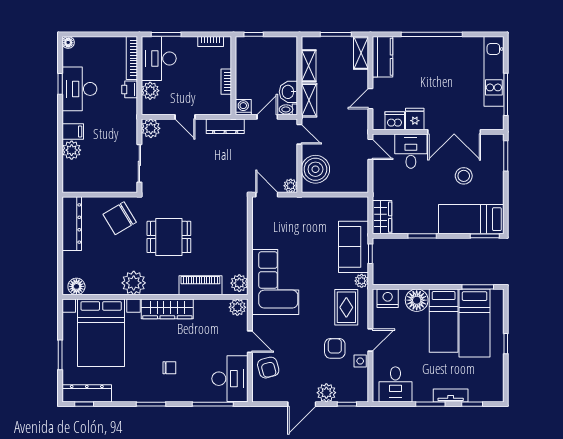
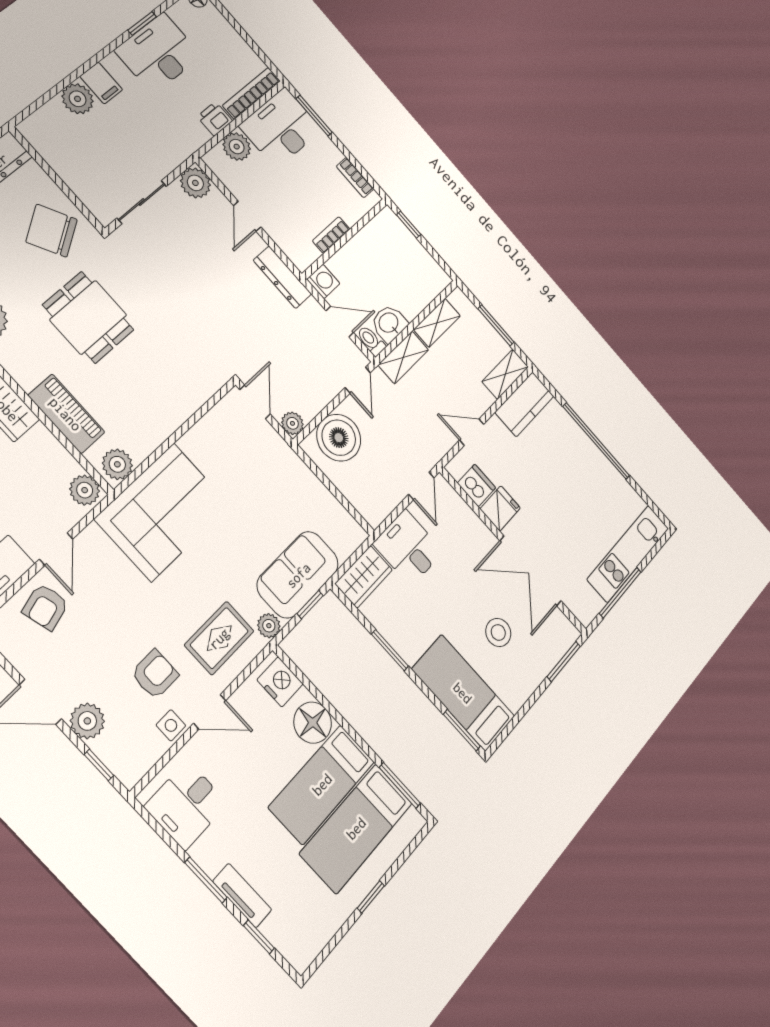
desk: (411, 151) -> (408, 548), moved, turned -90

